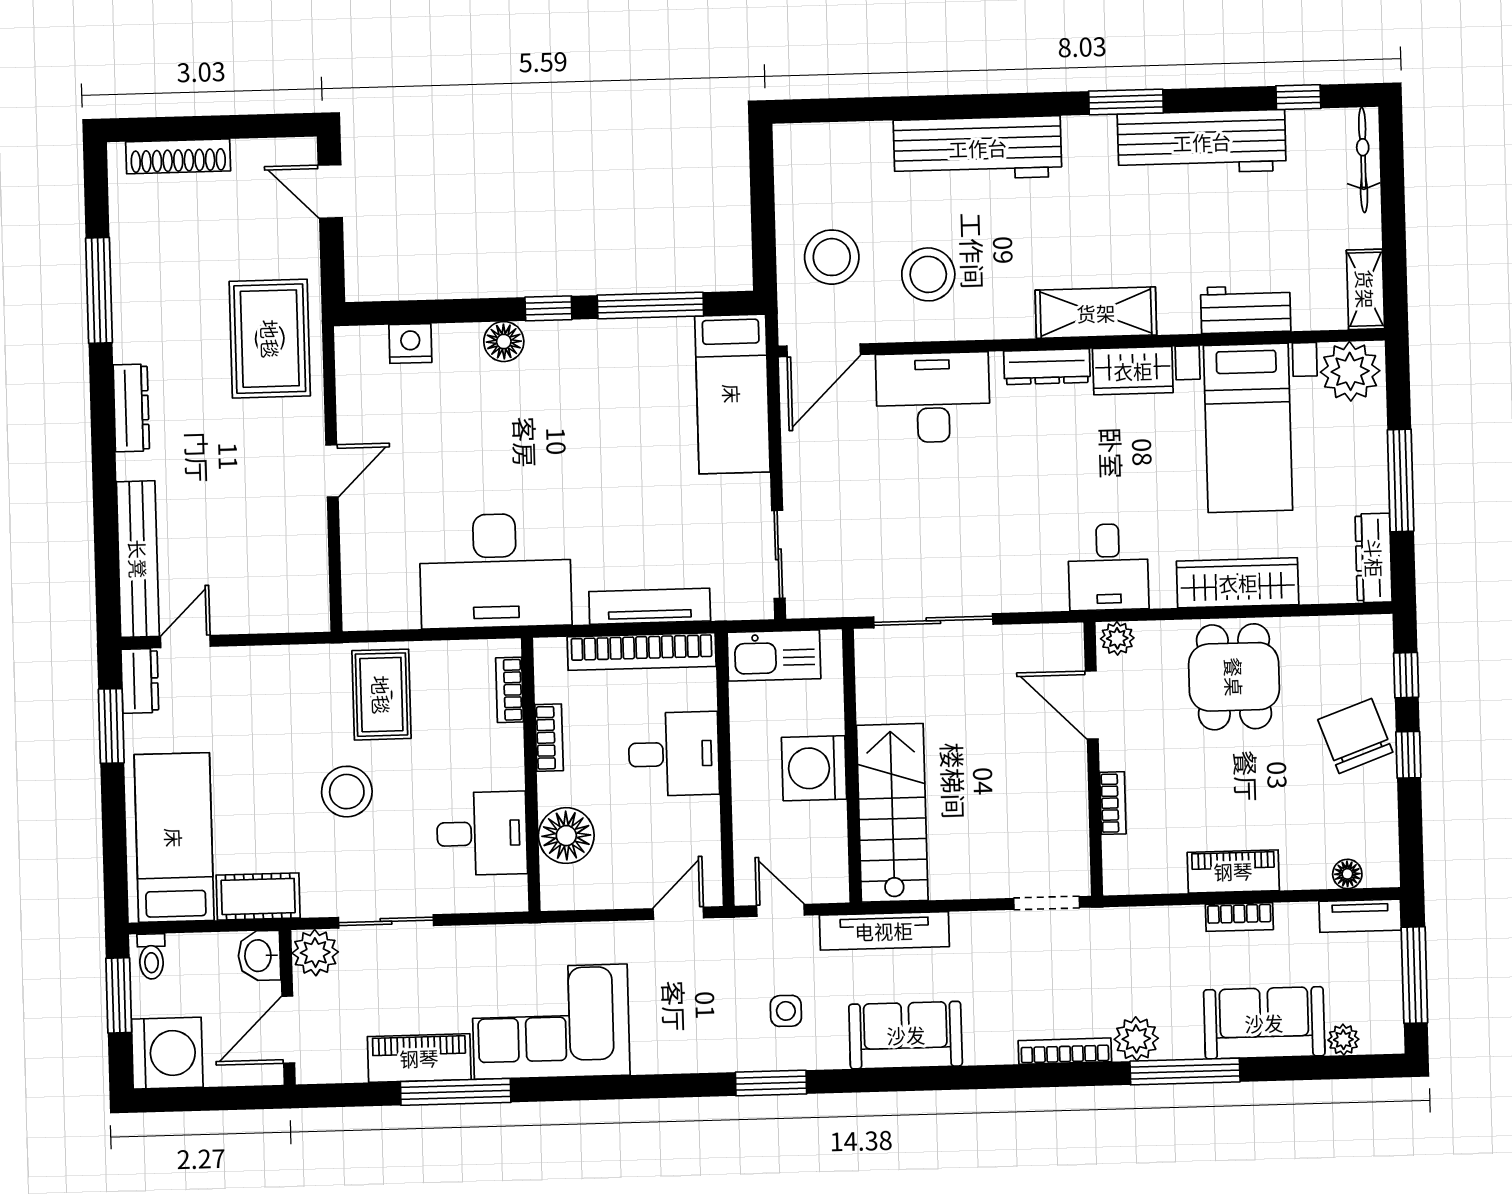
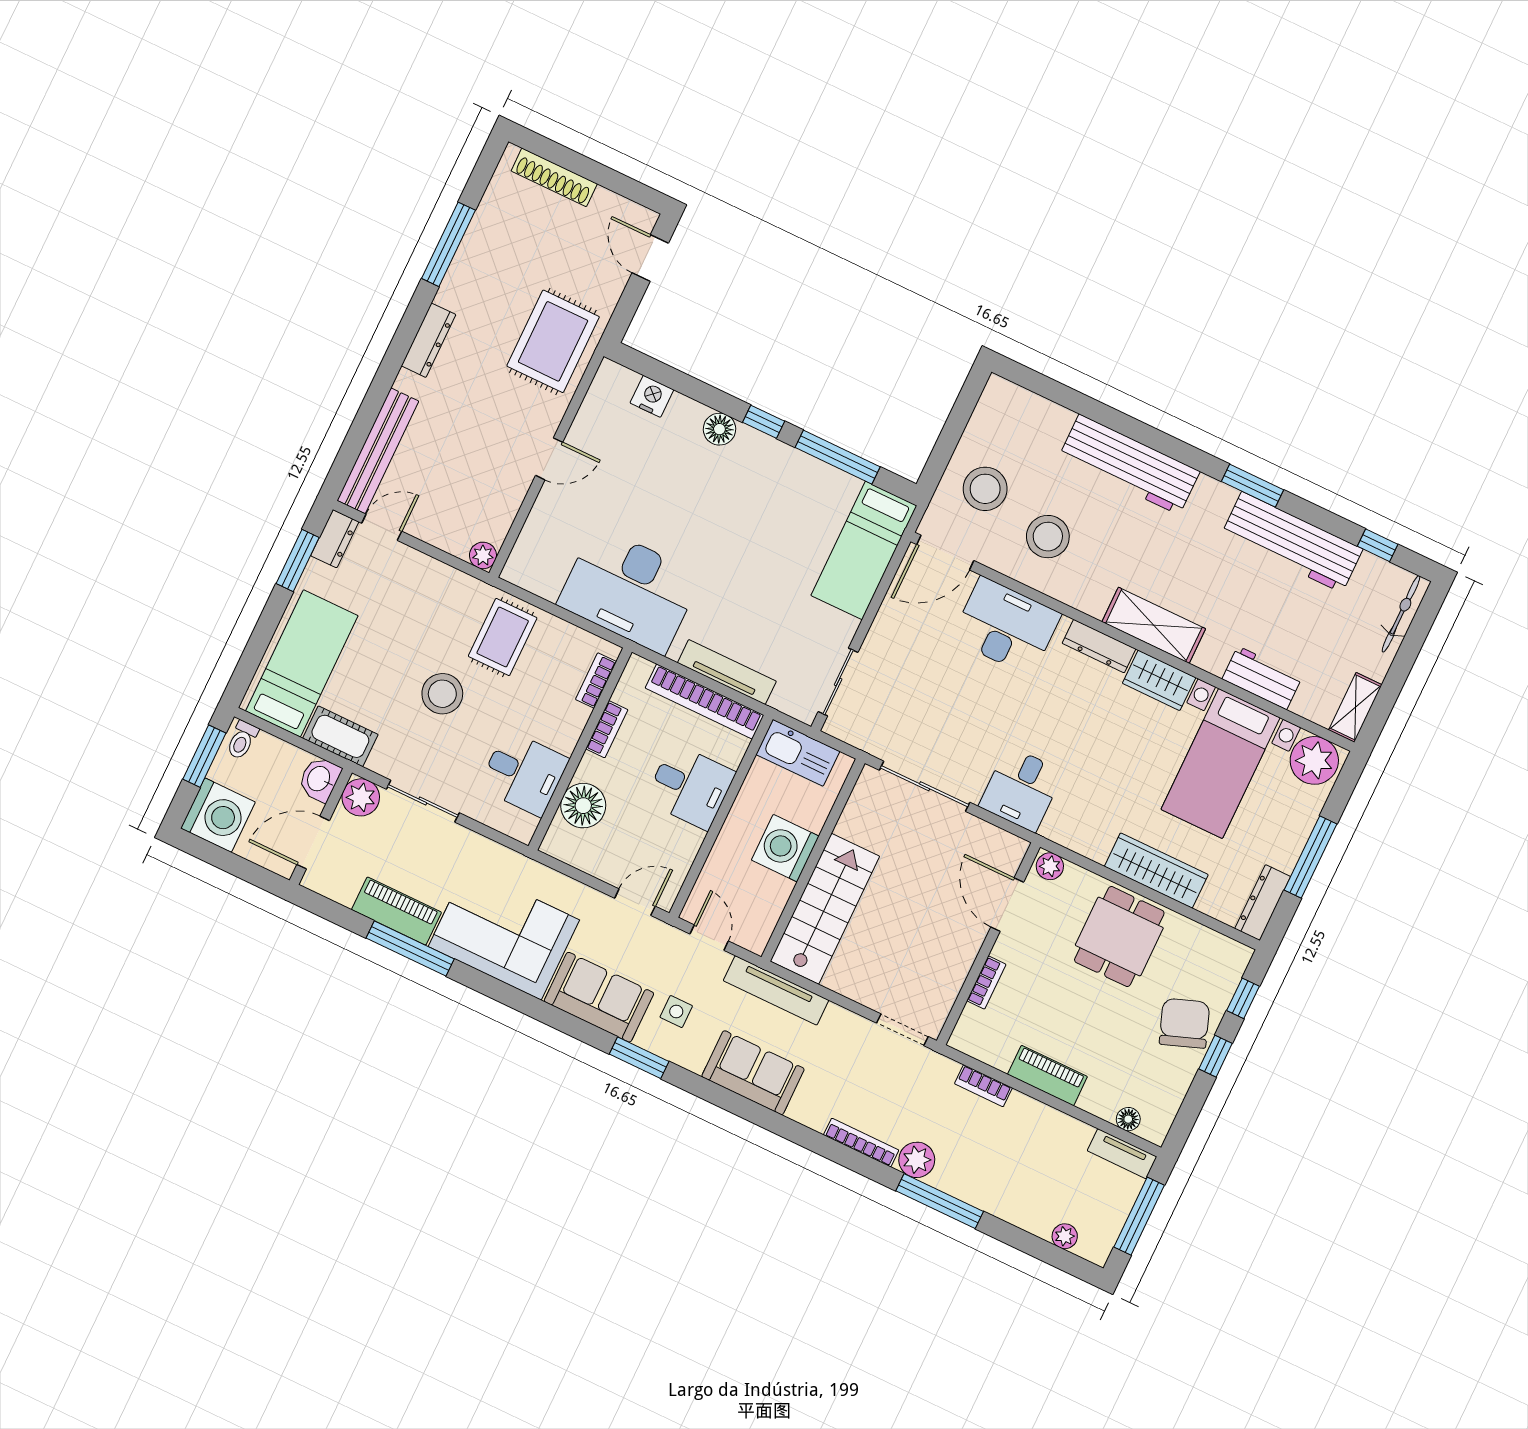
desk: (1108, 567) -> (1021, 789), moved
plant: (313, 615) -> (483, 555), added
bookcase: (1239, 917) -> (983, 1086), moved
sofa: (1264, 1023) -> (599, 997), moved

